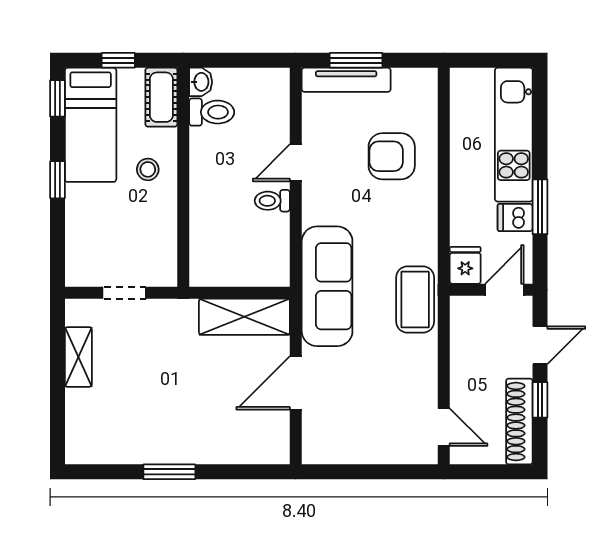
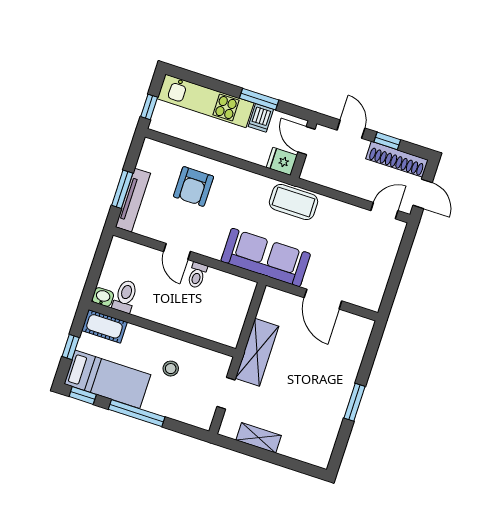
window: (480, 60) -> (149, 107), added
stool: (148, 169) -> (171, 369), moved
window: (57, 180) -> (137, 413), width x2.17
shelving: (244, 317) -> (257, 352), moved
door: (484, 472) -> (423, 194), added

